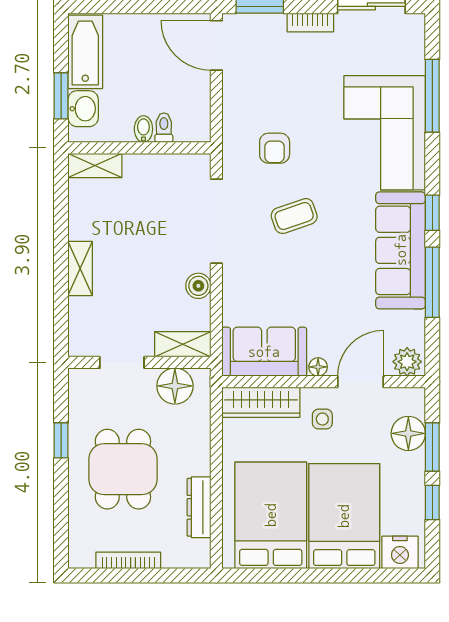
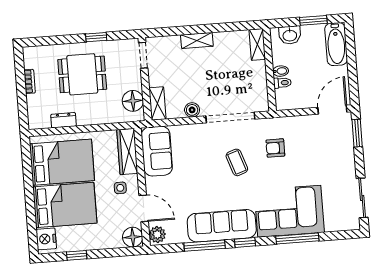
bookcase: (310, 23) -> (350, 163), removed
bathtub: (85, 52) -> (336, 44), moved, turned 90
window: (61, 96) -> (313, 20), moved
window: (432, 96) -> (297, 238), moved
doorway: (122, 362) -> (143, 55), moved
floor lamp: (318, 367) -> (150, 183), removed
floor lamp: (408, 433) -> (133, 237), moved
window: (432, 447) -> (109, 253), removed
dresser: (199, 507) -> (64, 120), width x0.70
bookcase: (128, 560) -> (30, 81), width x0.64

